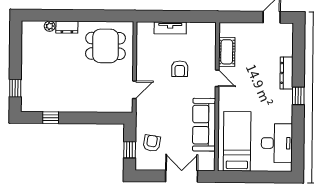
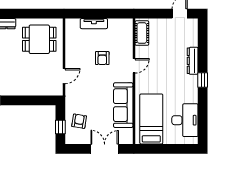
cot: (227, 52) -> (142, 33), moved
door: (217, 78) -> (134, 66), hinge flipped

